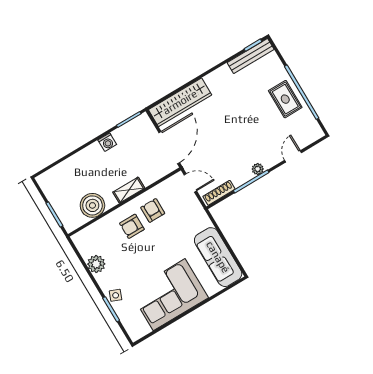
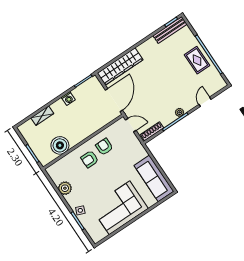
shelving: (129, 190) -> (42, 116), moved

